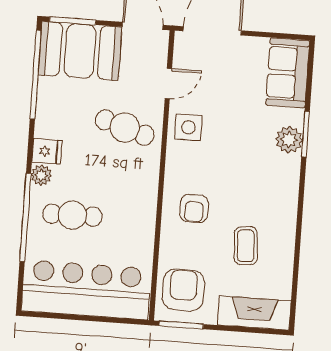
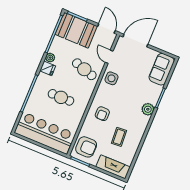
door: (168, 84) -> (109, 57), swing flipped
plant: (289, 140) -> (148, 109), moved
plant: (41, 175) -> (50, 58), moved
cafe table: (72, 215) -> (61, 97), moved
armchair: (183, 290) -> (86, 147), turned 90

